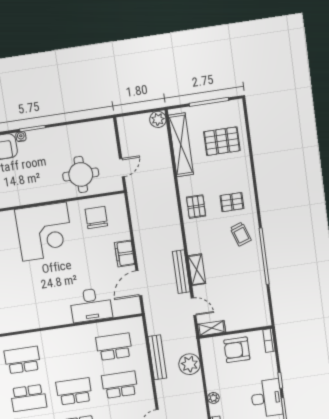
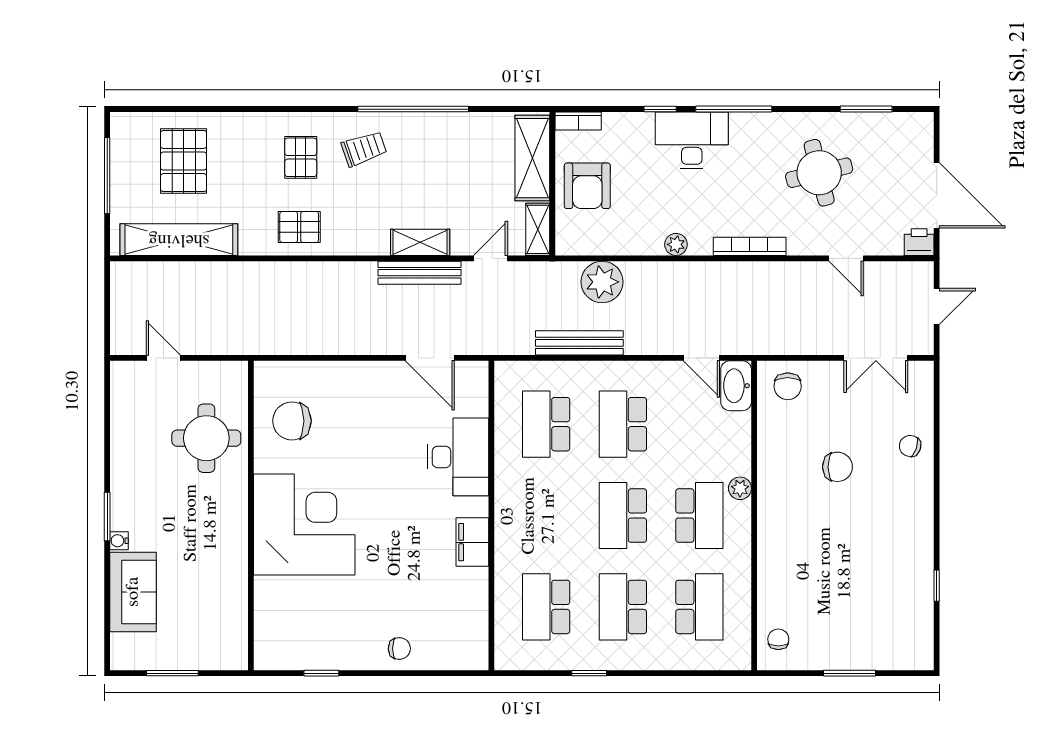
plant: (158, 119) -> (125, 277), removed
door: (122, 168) -> (163, 358), moved
filing cabinet: (125, 254) -> (472, 542), moved, turned 90
shelving: (247, 320) -> (532, 158), added
school desk: (29, 398) -> (623, 607), turned 180

